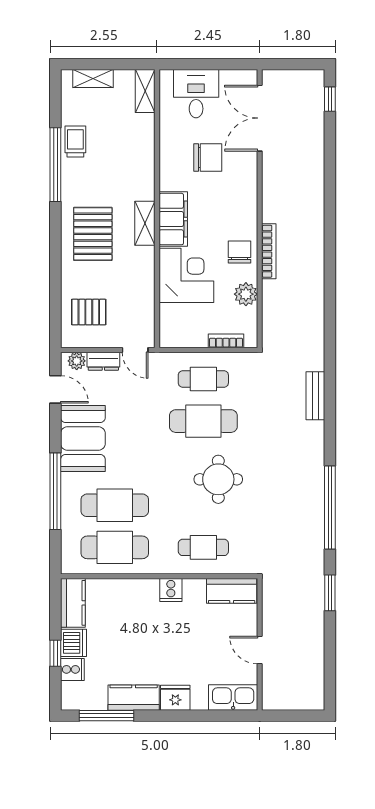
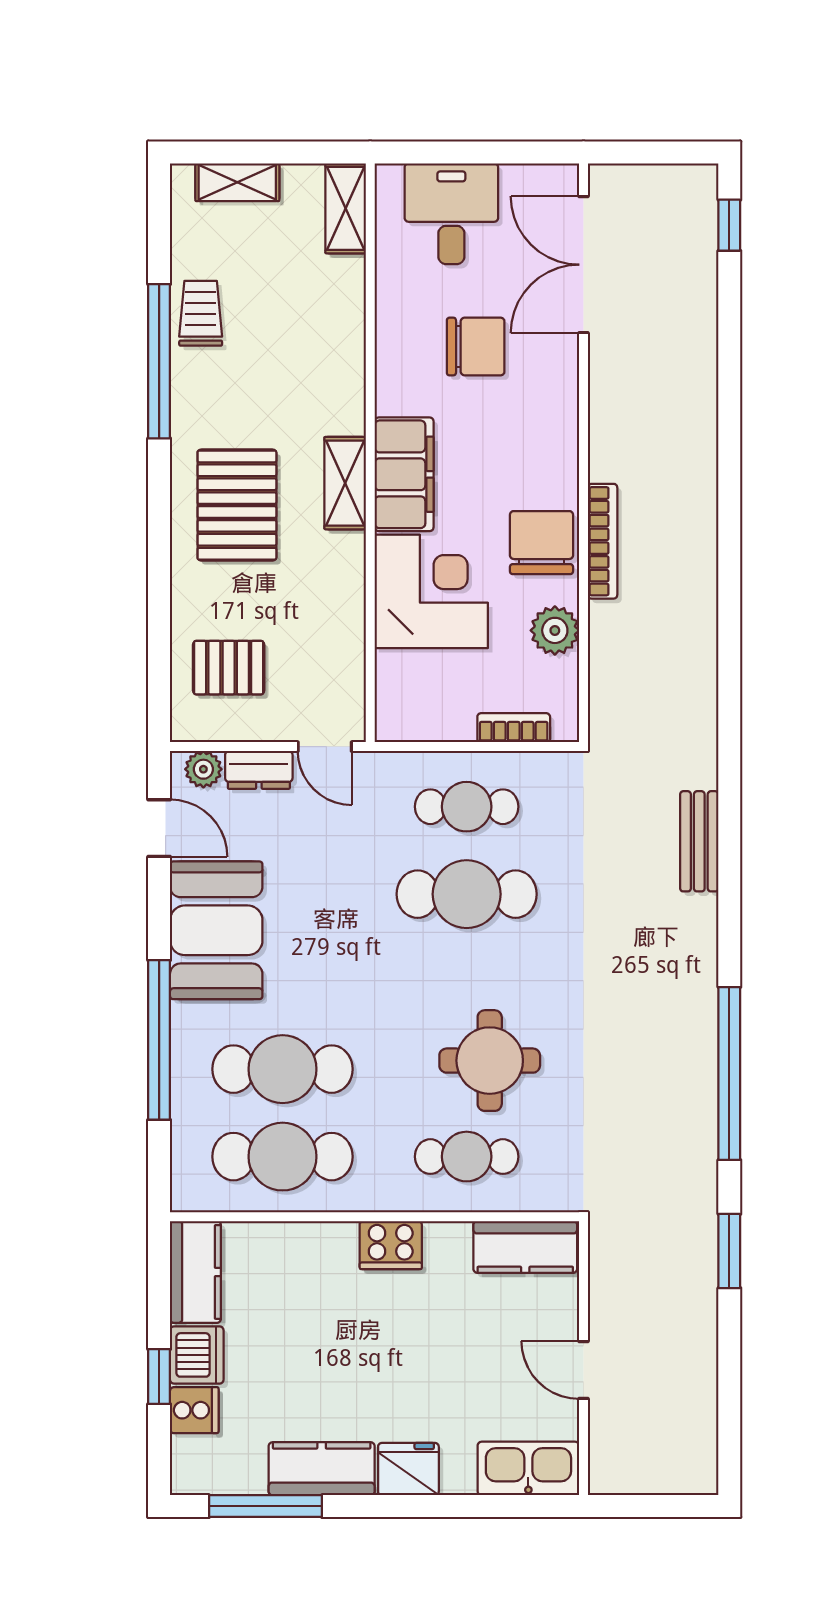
chair: (239, 252) -> (541, 543), width x1.37, depth x1.37
round table: (218, 479) -> (490, 1061), moved
cooker: (171, 590) -> (391, 1245), width x1.36

